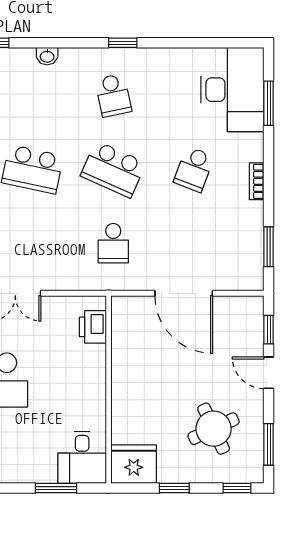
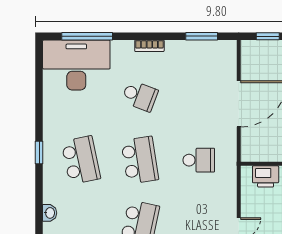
school desk: (113, 95) -> (81, 160), width x1.85
window: (269, 103) -> (87, 36), width x1.44
school desk: (113, 169) -> (140, 160), turned -33

